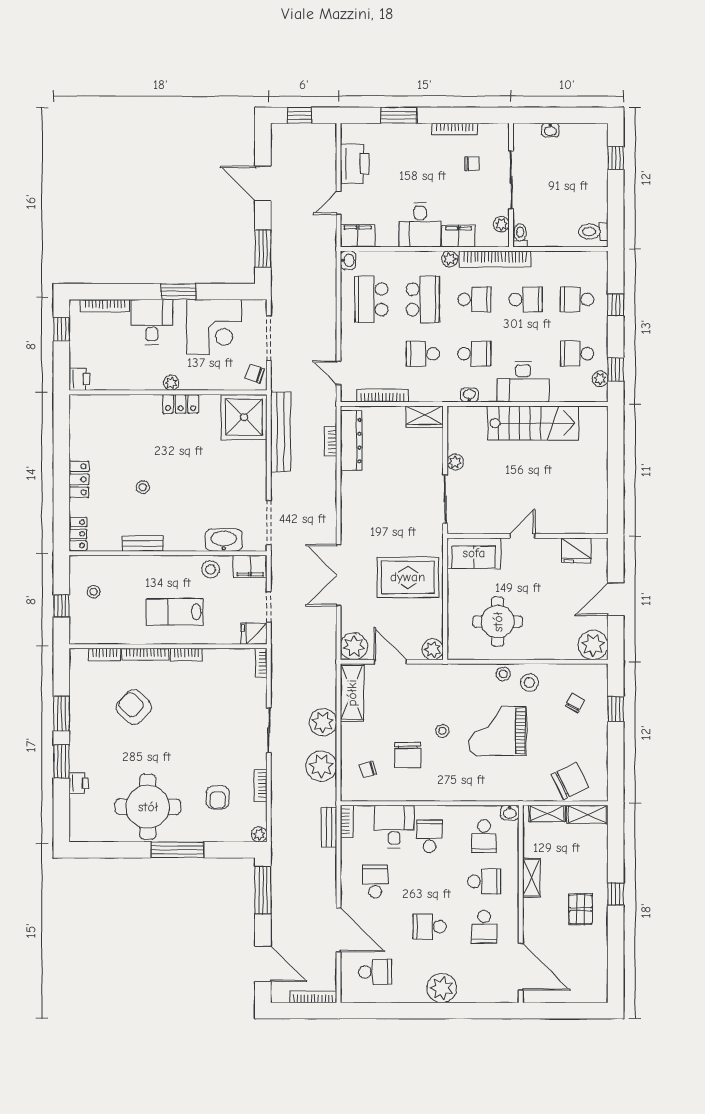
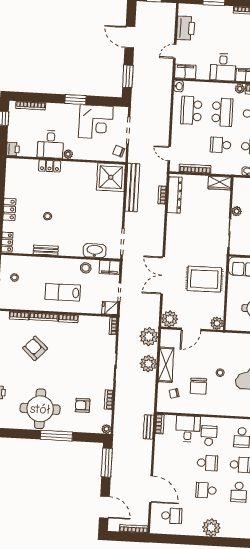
desk: (152, 322) -> (50, 144), moved, turned 180
locker: (181, 404) -> (50, 166), moved
door: (390, 662) -> (191, 329), swing flipped
shelving: (352, 693) -> (166, 365), moved
plant: (321, 766) -> (149, 337), moved
armchair: (218, 797) -> (83, 405), turned 90
school desk: (375, 881) -> (207, 463), moved, turned 90

